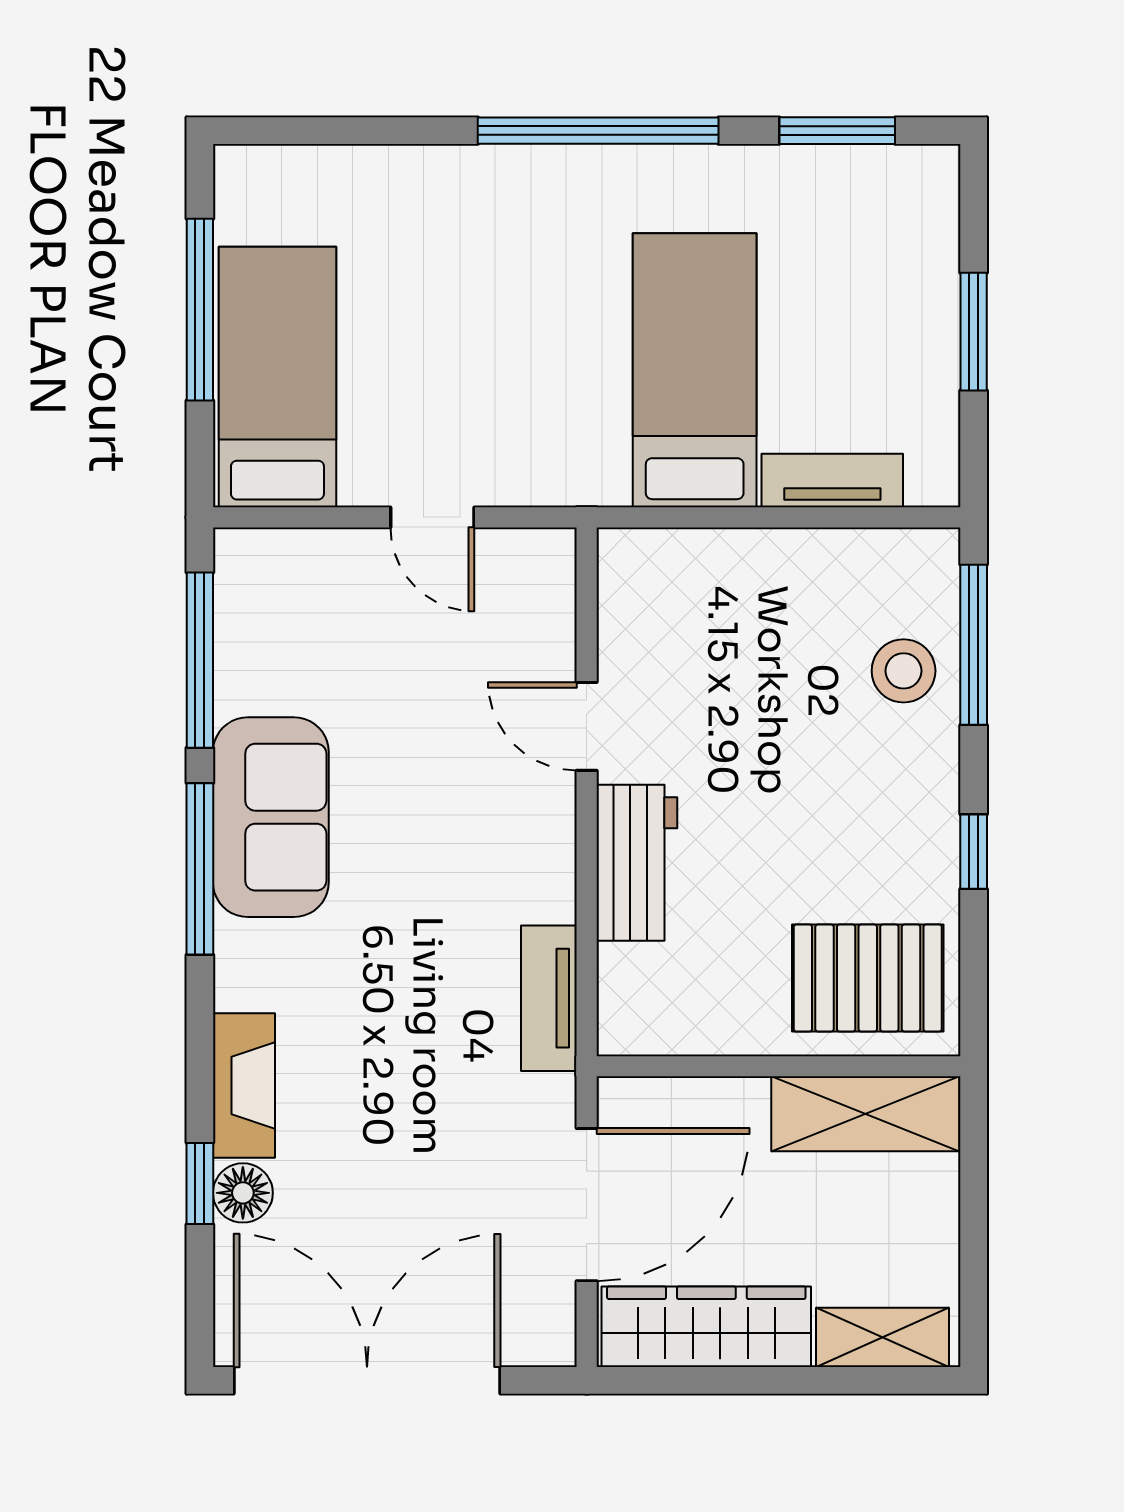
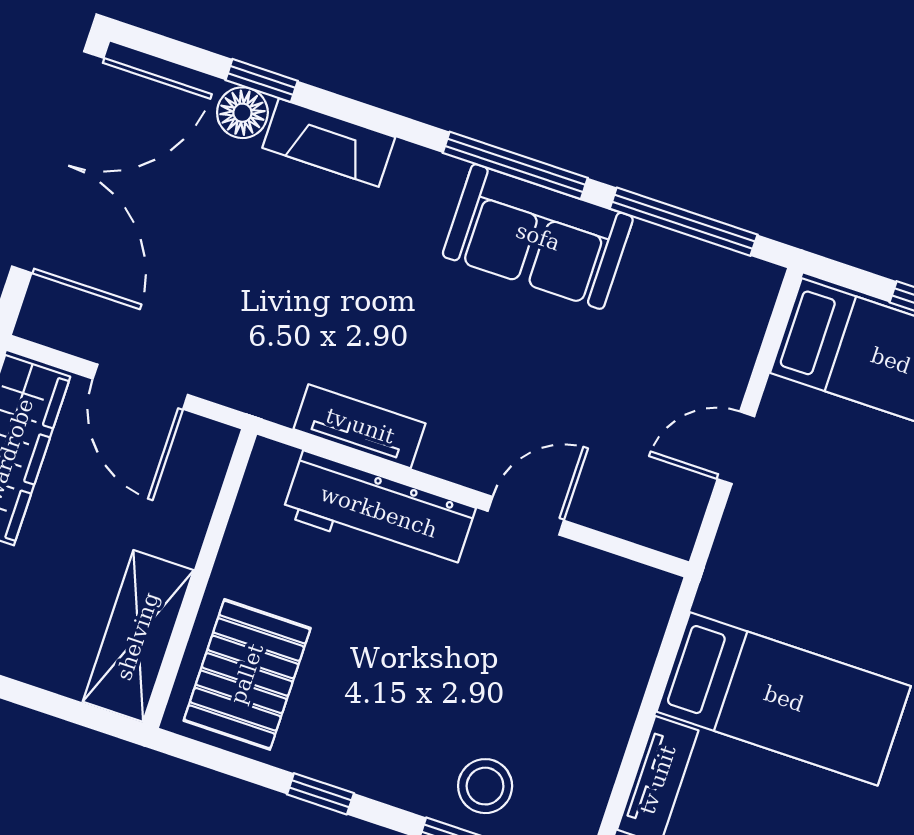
workbench: (637, 863) -> (379, 512), width x1.38
tv unit: (549, 998) -> (360, 426), moved
door: (587, 1205) -> (140, 387), width x0.73

